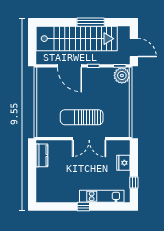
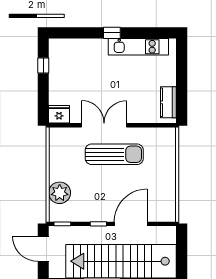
door: (70, 66) -> (131, 224), hinge flipped
plant: (122, 75) -> (60, 193), moved
fridge: (123, 163) -> (59, 114), moved, turned -90
kitchen unit: (102, 196) -> (138, 47), moved

